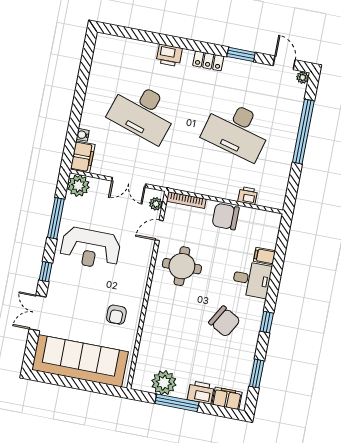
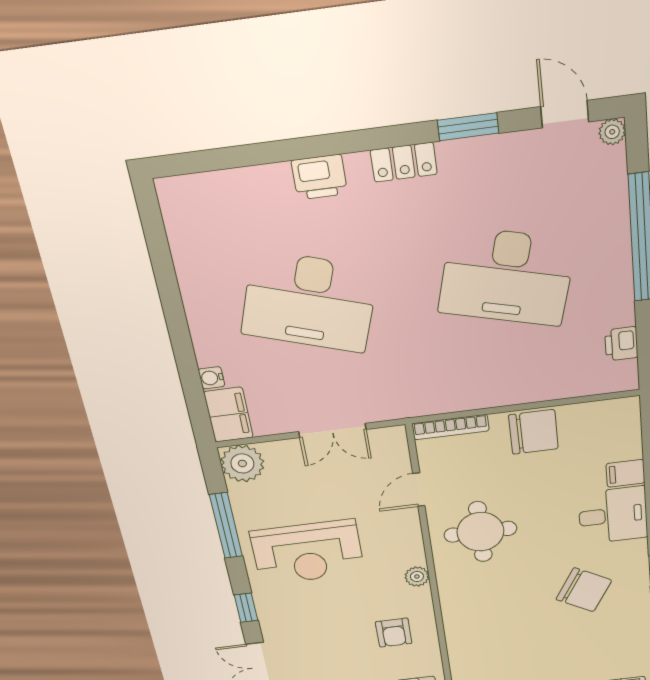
printer: (248, 196) -> (621, 344), moved, turned -90
plant: (156, 204) -> (417, 577), moved
chair: (226, 217) -> (533, 432), turned 180

